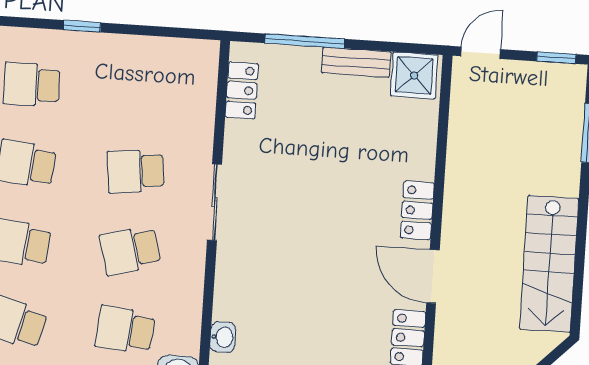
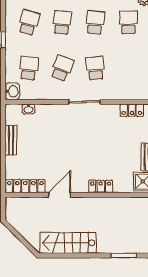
locker: (417, 210) -> (101, 187), moved
school desk: (130, 251) -> (62, 68), turned 36

